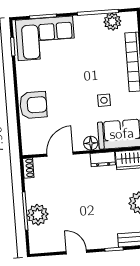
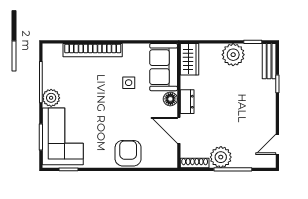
plant: (112, 22) -> (51, 98), moved
dresser: (103, 159) -> (187, 102), moved
shoe rack: (28, 168) -> (195, 163), width x1.43
plant: (38, 215) -> (221, 157), moved
door: (76, 252) -> (277, 144), moved

